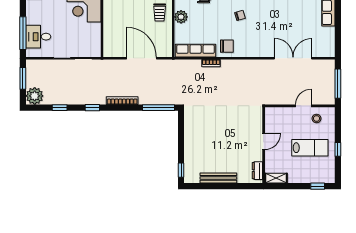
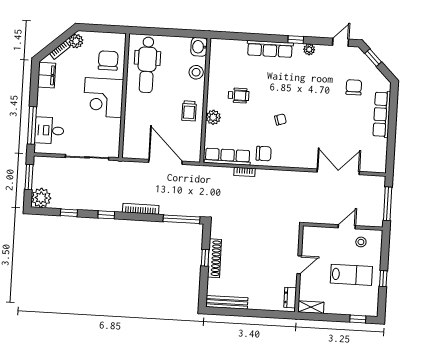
shoe rack: (189, 140) -> (214, 258), added
window: (181, 170) -> (205, 258), moved
bench: (218, 178) -> (227, 302), moved

